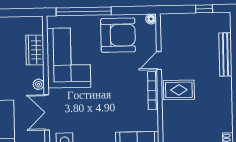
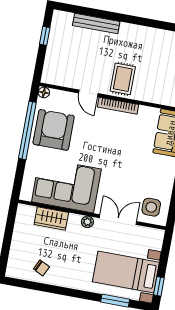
window: (84, 11) -> (27, 130), moved
double door: (47, 112) -> (118, 220), swing flipped

